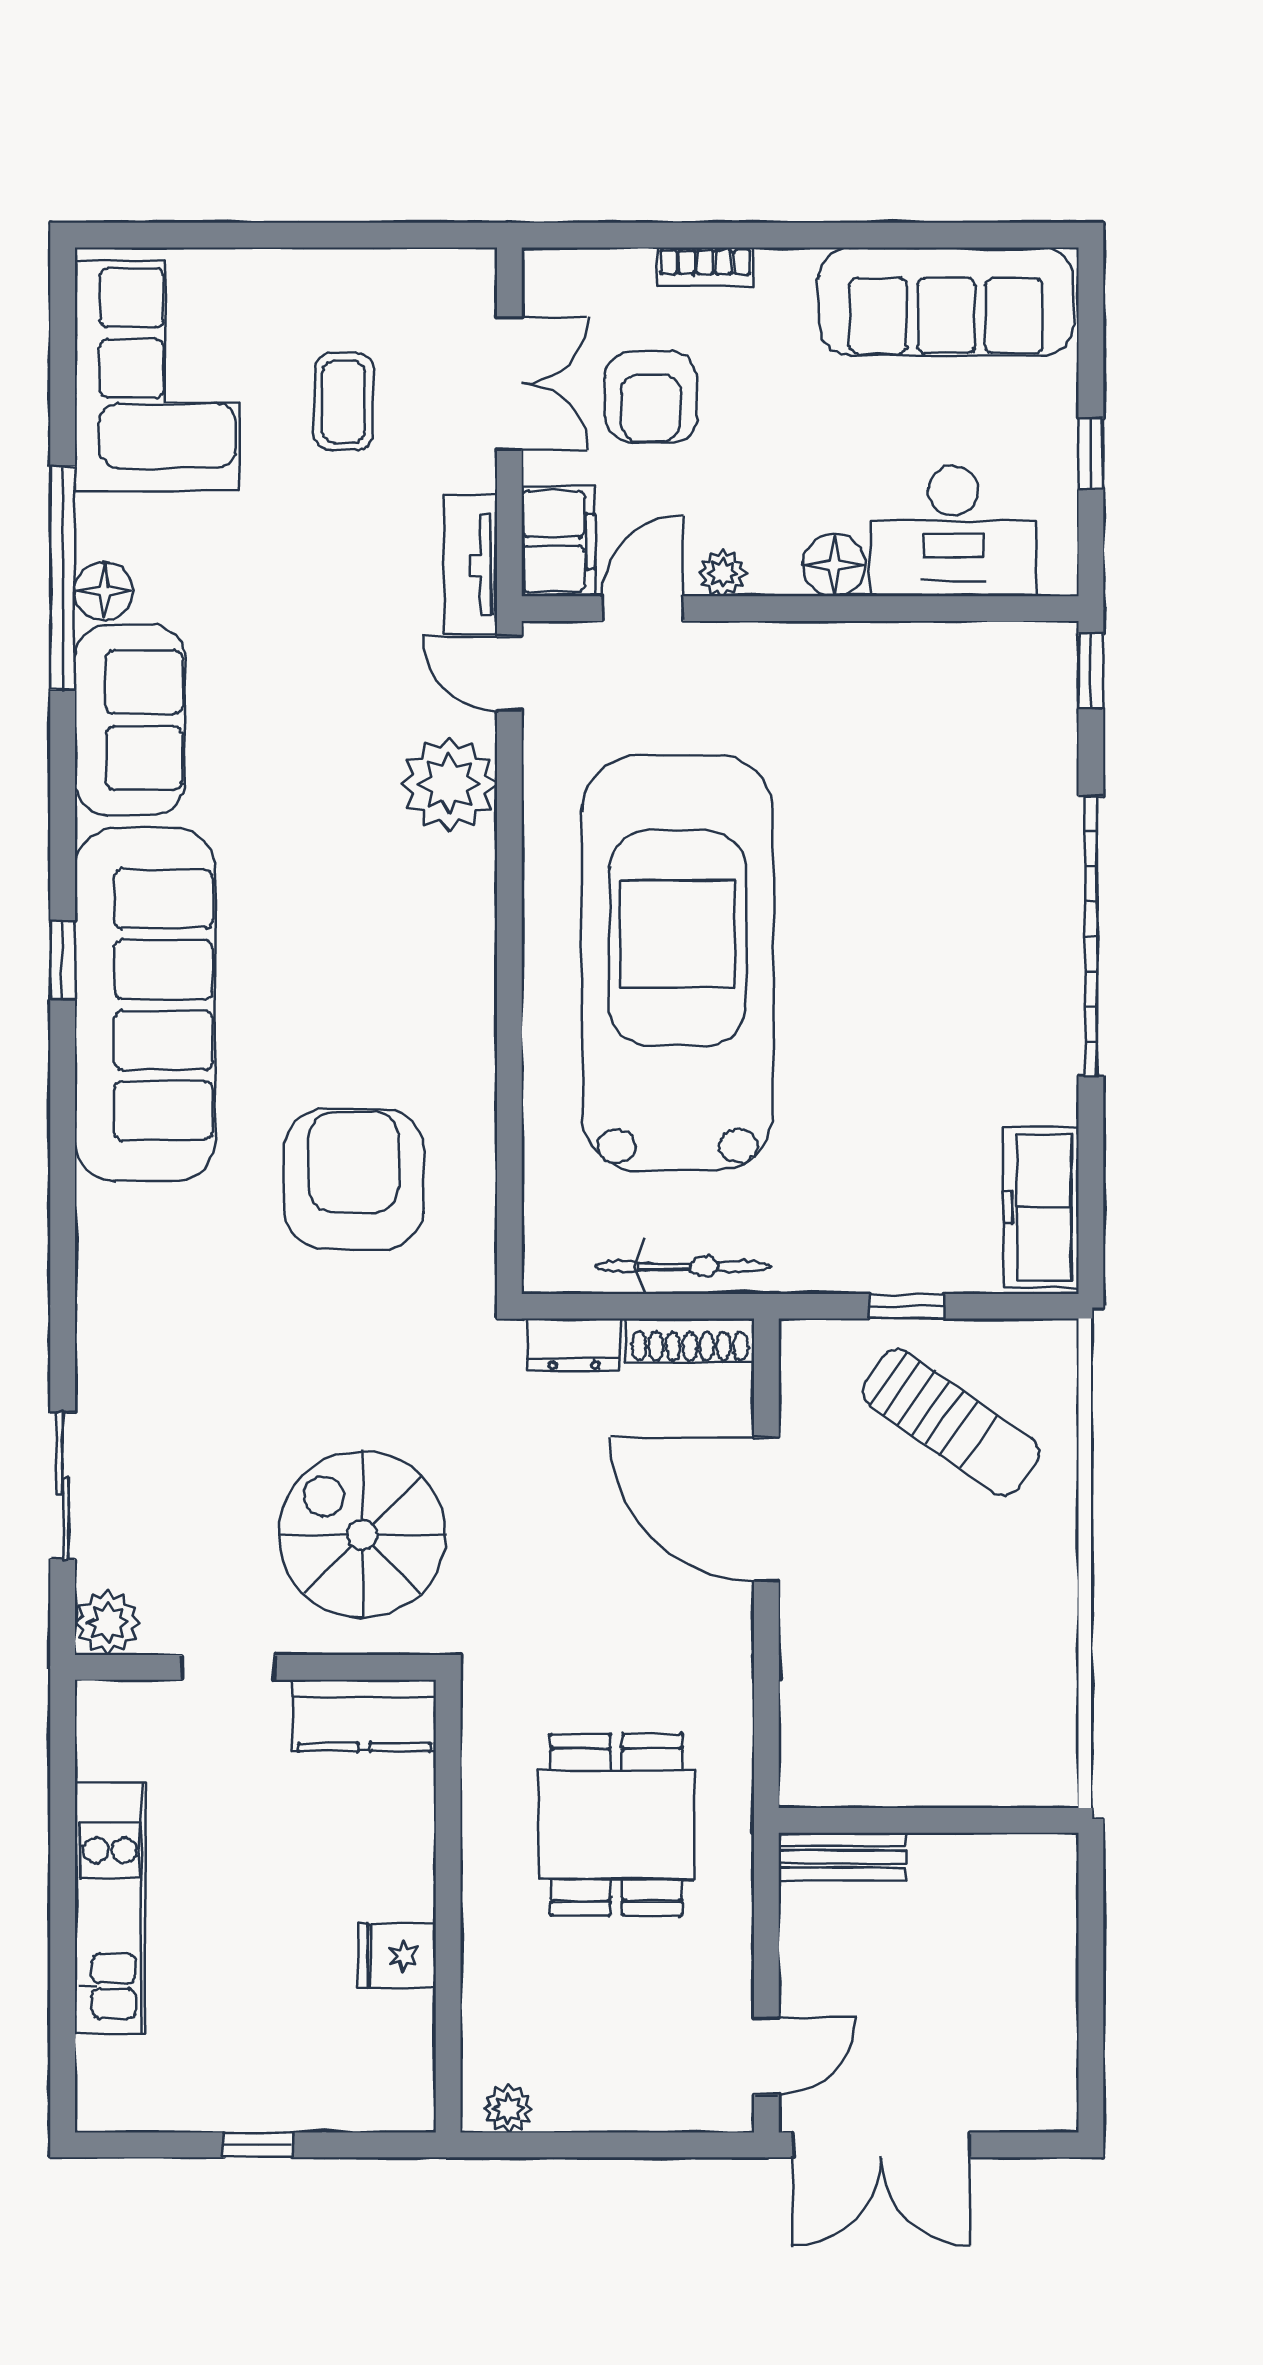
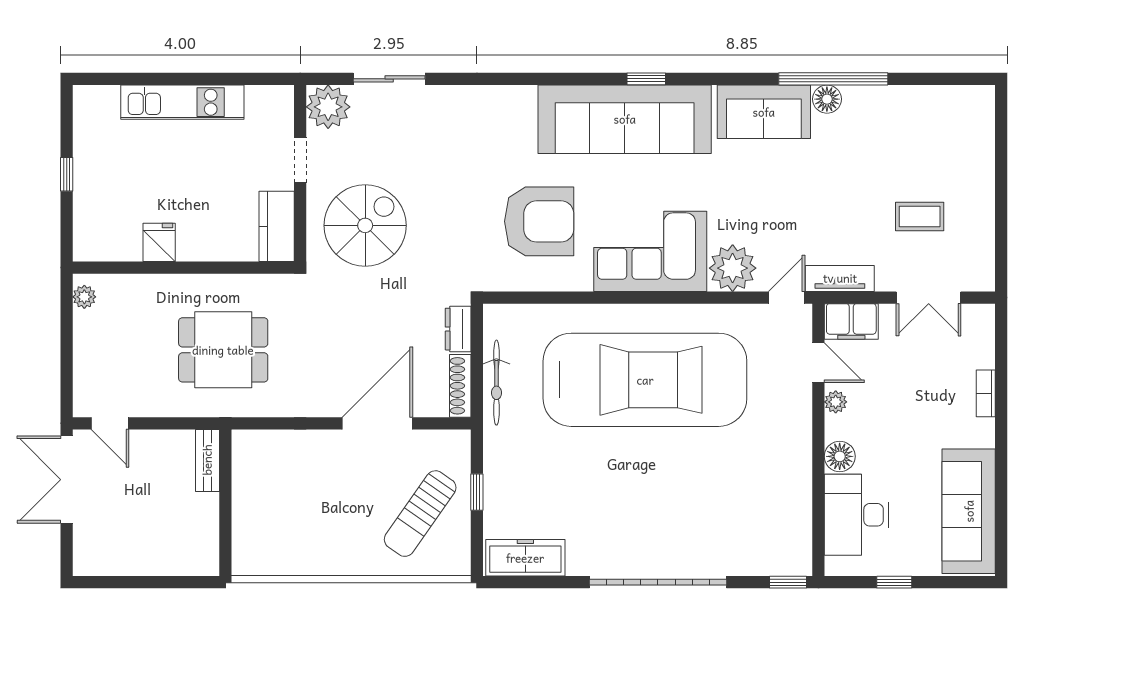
corner sofa: (157, 376) -> (650, 251), moved, turned 180
armchair: (651, 397) -> (922, 367), removed
plant: (108, 1622) -> (328, 107), width x1.36, depth x1.36

